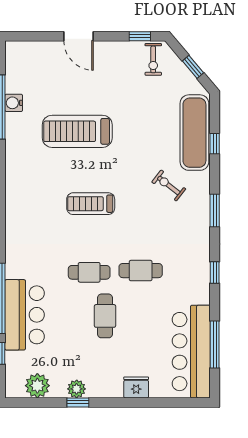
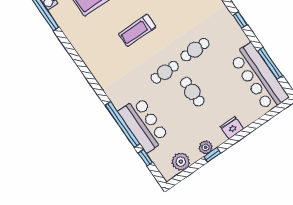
fridge: (136, 387) -> (232, 128), moved

